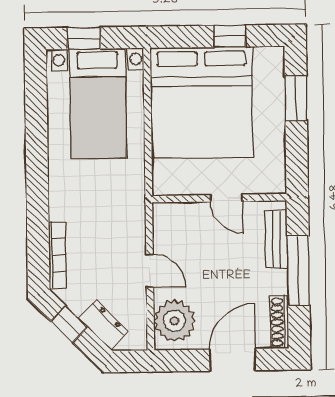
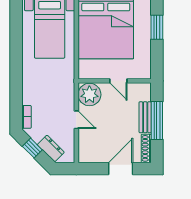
bench: (276, 239) -> (145, 117), moved
bookcase: (57, 255) -> (26, 117), width x0.64
plant: (175, 321) -> (89, 95), moved

